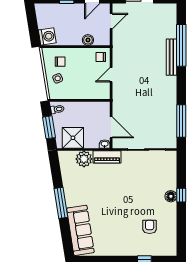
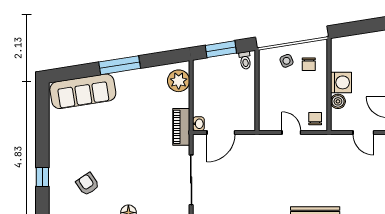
washing machine: (47, 36) -> (341, 82), moved, turned -81
shower: (73, 138) -> (207, 81), removed
plant: (84, 159) -> (179, 81), moved
armchair: (150, 227) -> (87, 184), turned -124

